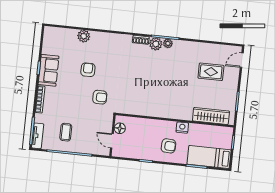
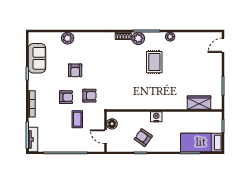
plant: (168, 43) -> (170, 37), moved
sofa: (48, 70) -> (37, 58), moved
armchair: (88, 70) -> (75, 70), turned 180
rug: (211, 72) -> (154, 62), moved, turned 90
armchair: (76, 96) -> (66, 97), added
wardrobe: (211, 116) -> (199, 103), width x0.67
nightstand: (182, 128) -> (156, 117), moved
coffee table: (66, 132) -> (77, 119), moved
armchair: (168, 146) -> (143, 138), moved, turned -148

